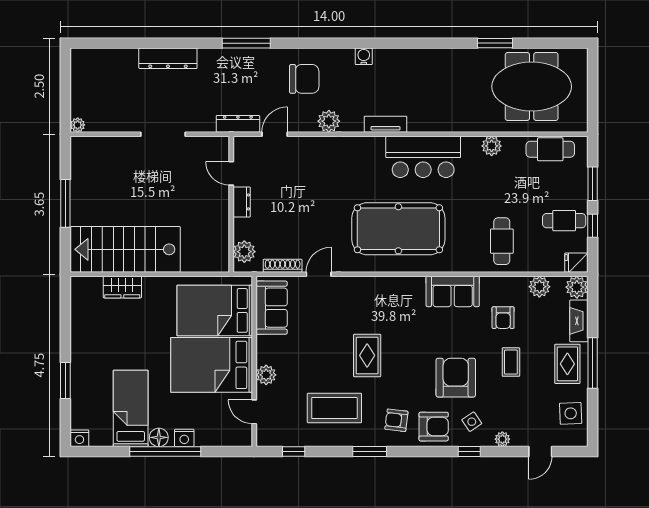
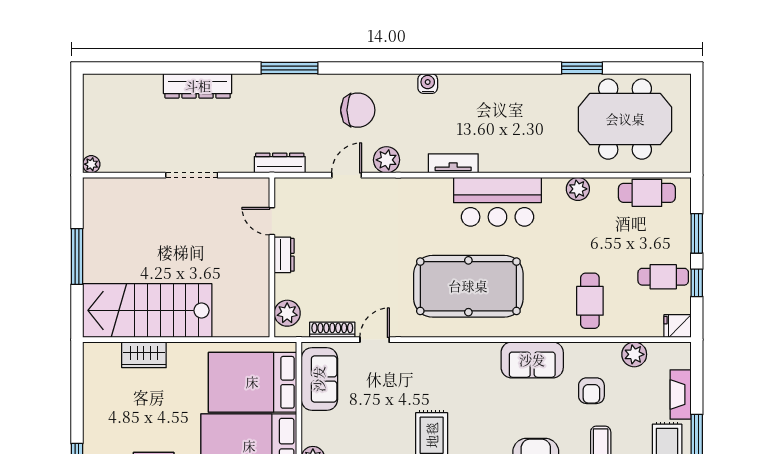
door: (275, 134) -> (347, 175), moved
plant: (577, 287) -> (678, 355), removed

